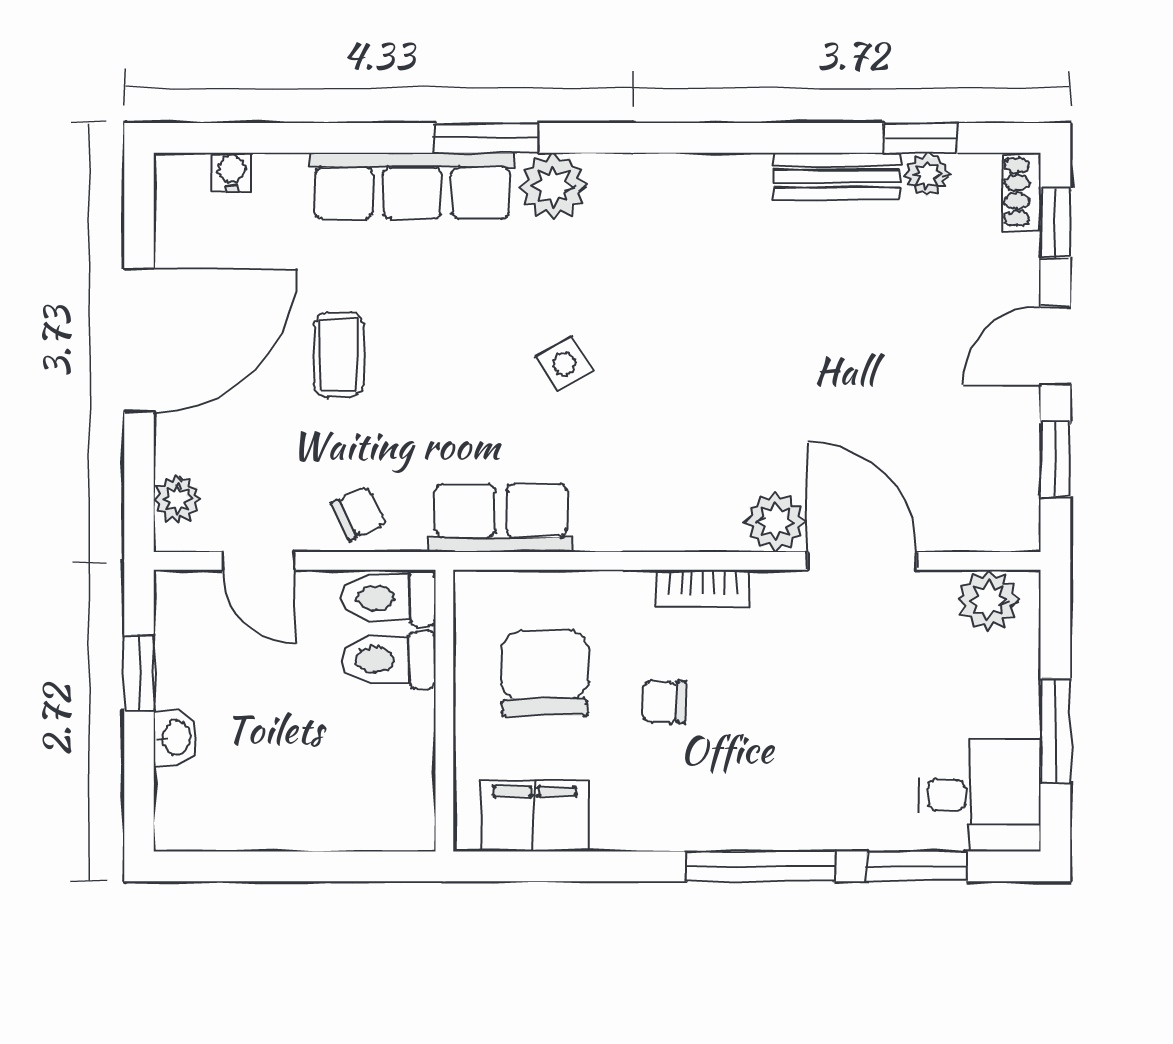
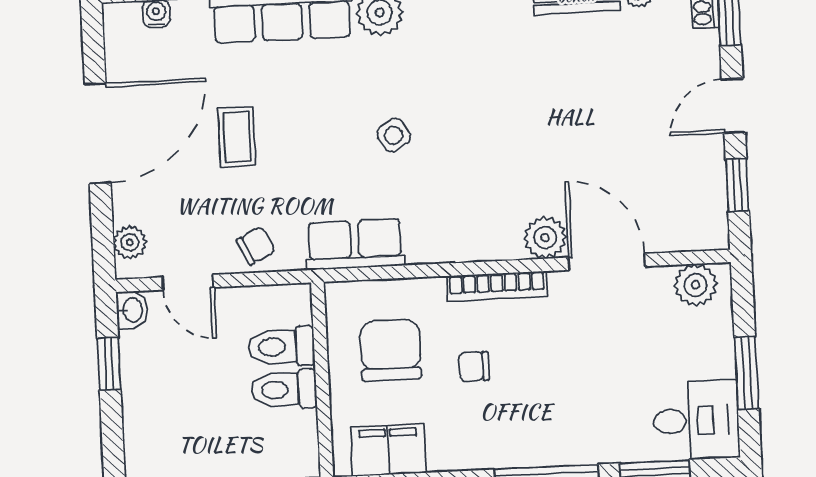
bookcase: (702, 588) -> (497, 286), width x1.56
toilet: (389, 598) -> (284, 390), moved
washbasin: (176, 738) -> (132, 310), moved

